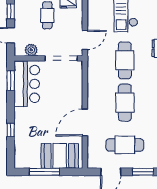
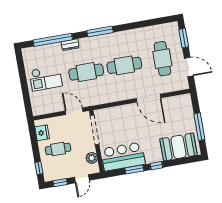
window: (11, 80) -> (134, 170), moved
window: (11, 130) -> (156, 166), moved
booth: (60, 156) -> (179, 147), moved, turned 90

